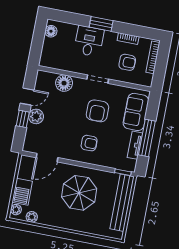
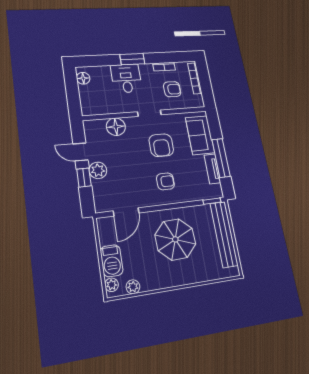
door: (27, 97) -> (81, 152), swing flipped

